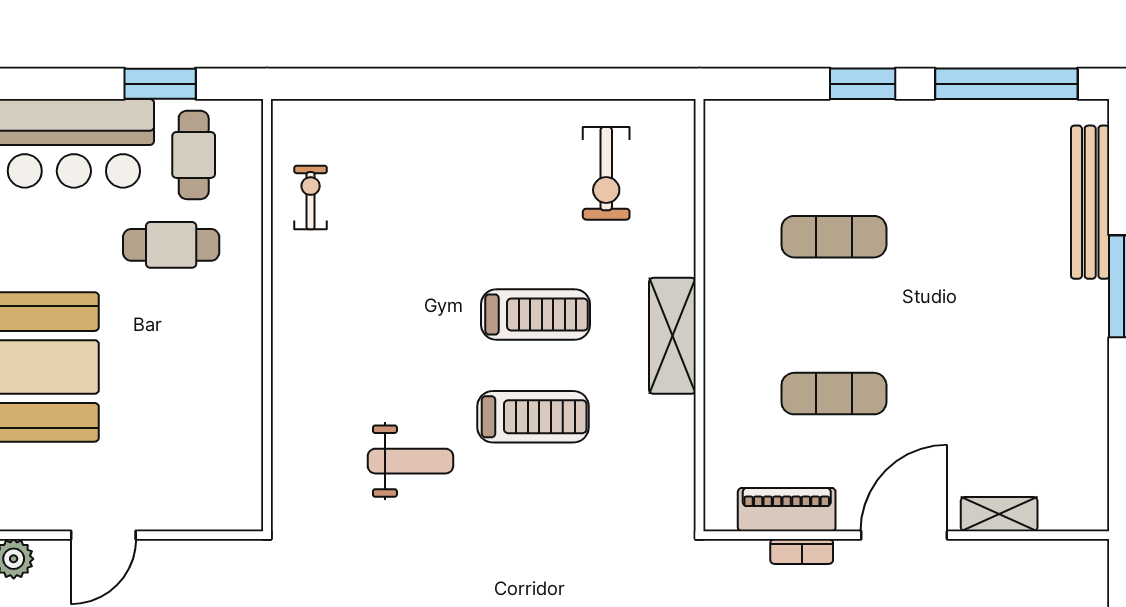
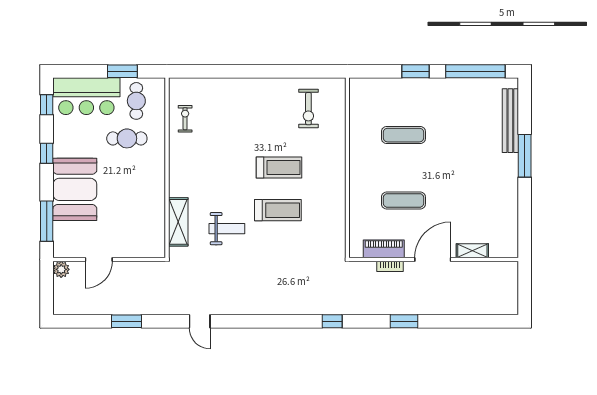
shelving: (672, 336) -> (178, 222), moved

